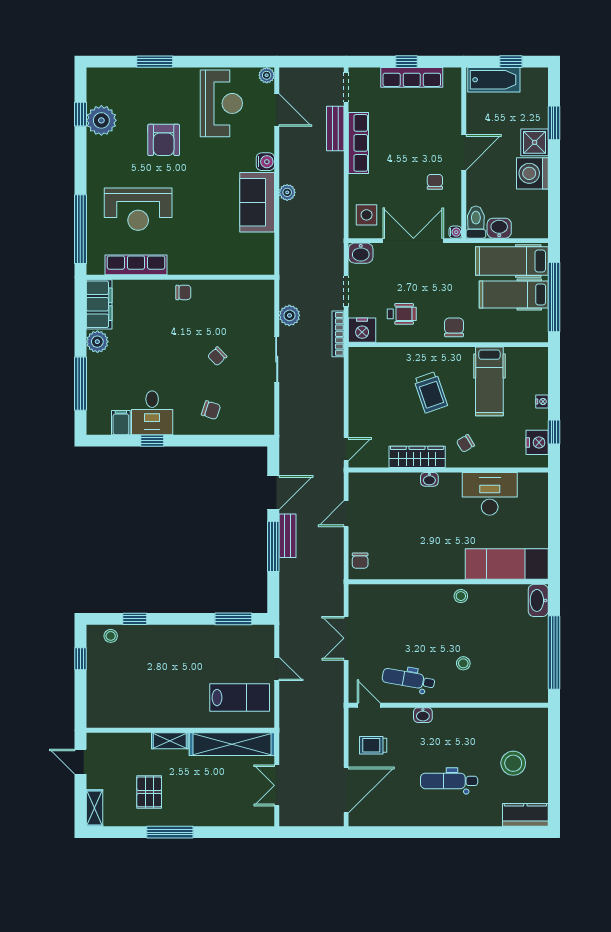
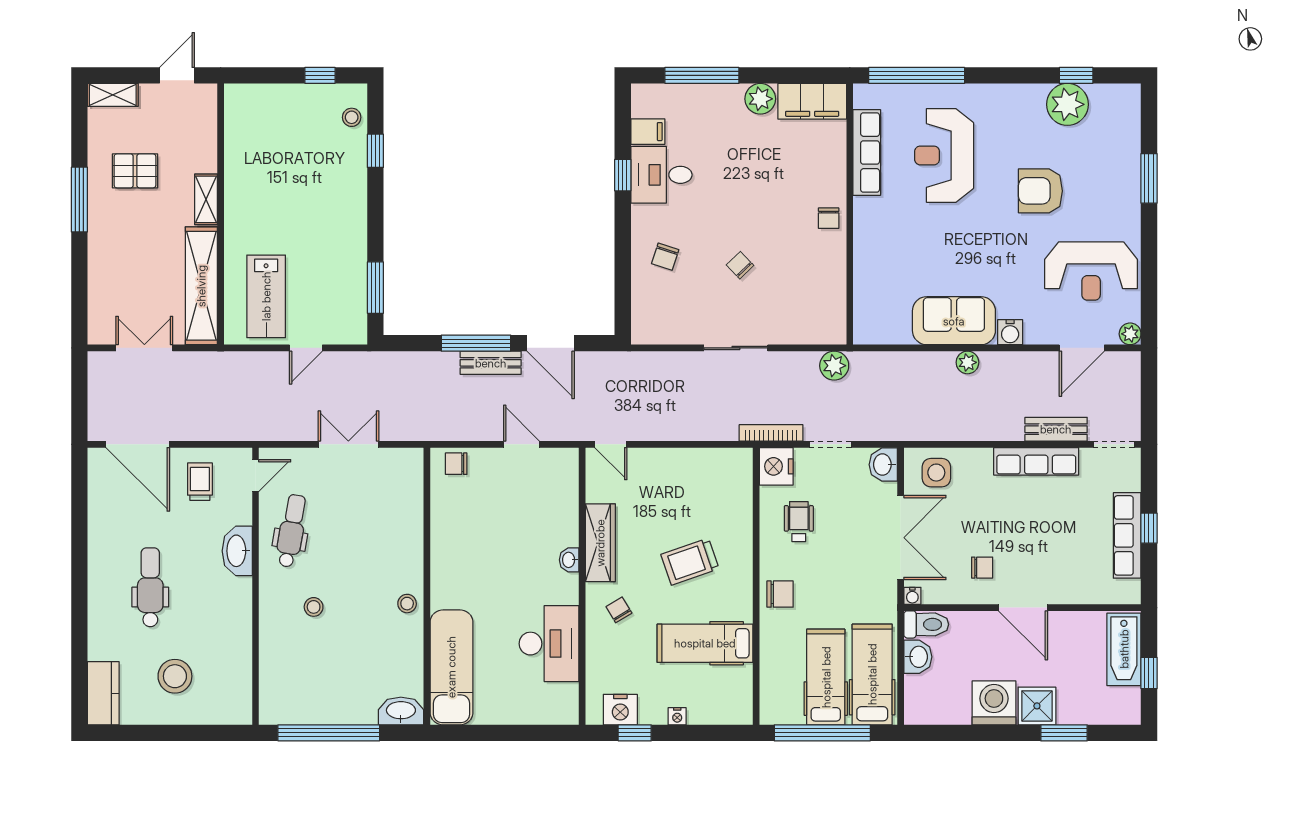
wheelchair: (402, 314) -> (799, 522), turned 180
plant: (289, 315) -> (834, 366), moved
washbasin: (423, 715) -> (237, 551), width x1.91, depth x1.45

